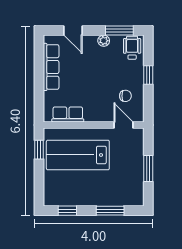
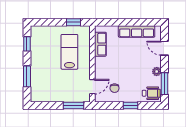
door: (73, 30) -> (164, 48), hinge flipped
lab bench: (78, 155) -> (69, 52), width x0.73, depth x0.72
window: (148, 169) -> (73, 106), moved

